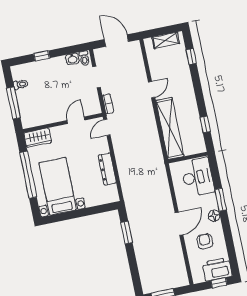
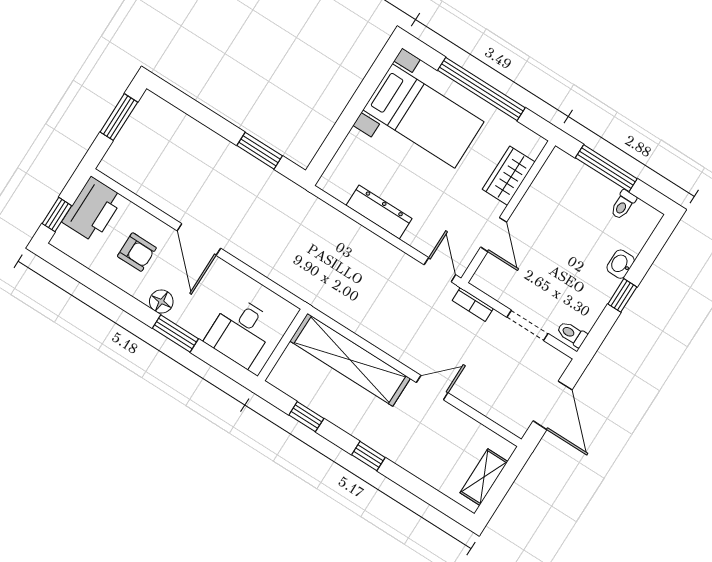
door: (116, 41) -> (553, 405), hinge flipped
window: (42, 56) -> (622, 295), moved
window: (191, 57) -> (368, 456), moved
washbasin: (72, 59) -> (621, 264), moved
door: (152, 90) -> (432, 388), swing flipped
wardrobe: (38, 138) -> (509, 176), moved
desk: (198, 177) -> (240, 332), width x0.73
printer: (217, 269) -> (93, 209), moved

